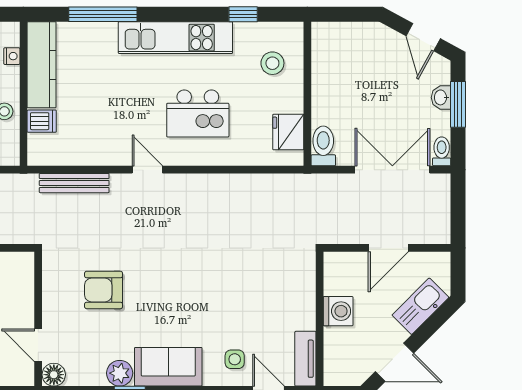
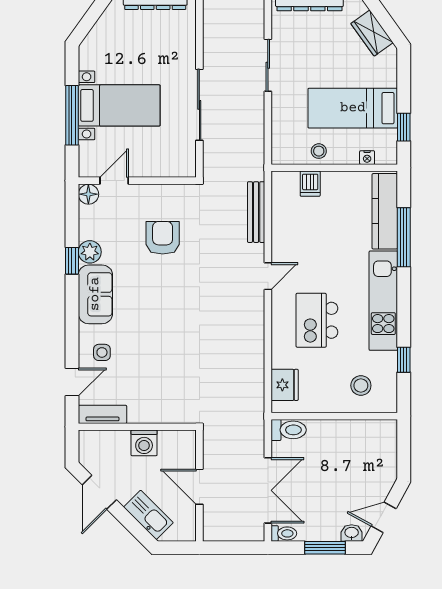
kitchen counter: (42, 65) -> (385, 211), moved, turned 90
washbasin: (441, 97) -> (352, 533), moved
fridge: (288, 132) -> (285, 385), moved, turned 90

